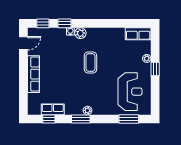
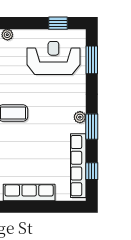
window: (155, 69) -> (58, 23), moved
row of seats: (53, 109) -> (78, 166), width x2.02

